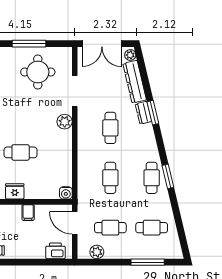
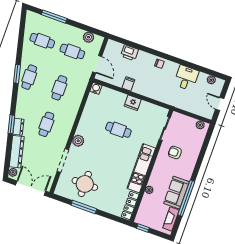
printer: (55, 251) -> (130, 53), moved

